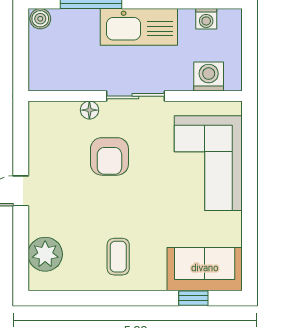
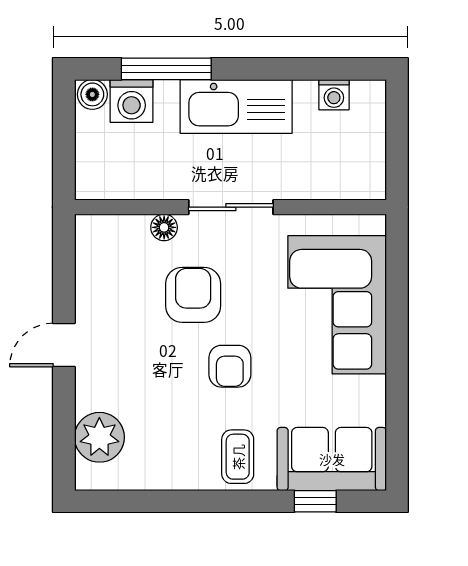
washing machine: (209, 77) -> (132, 101), moved, turned 180
armchair: (109, 156) -> (193, 295), turned 180
armchair: (135, 205) -> (230, 366), added
coffee table: (118, 257) -> (238, 457), moved

